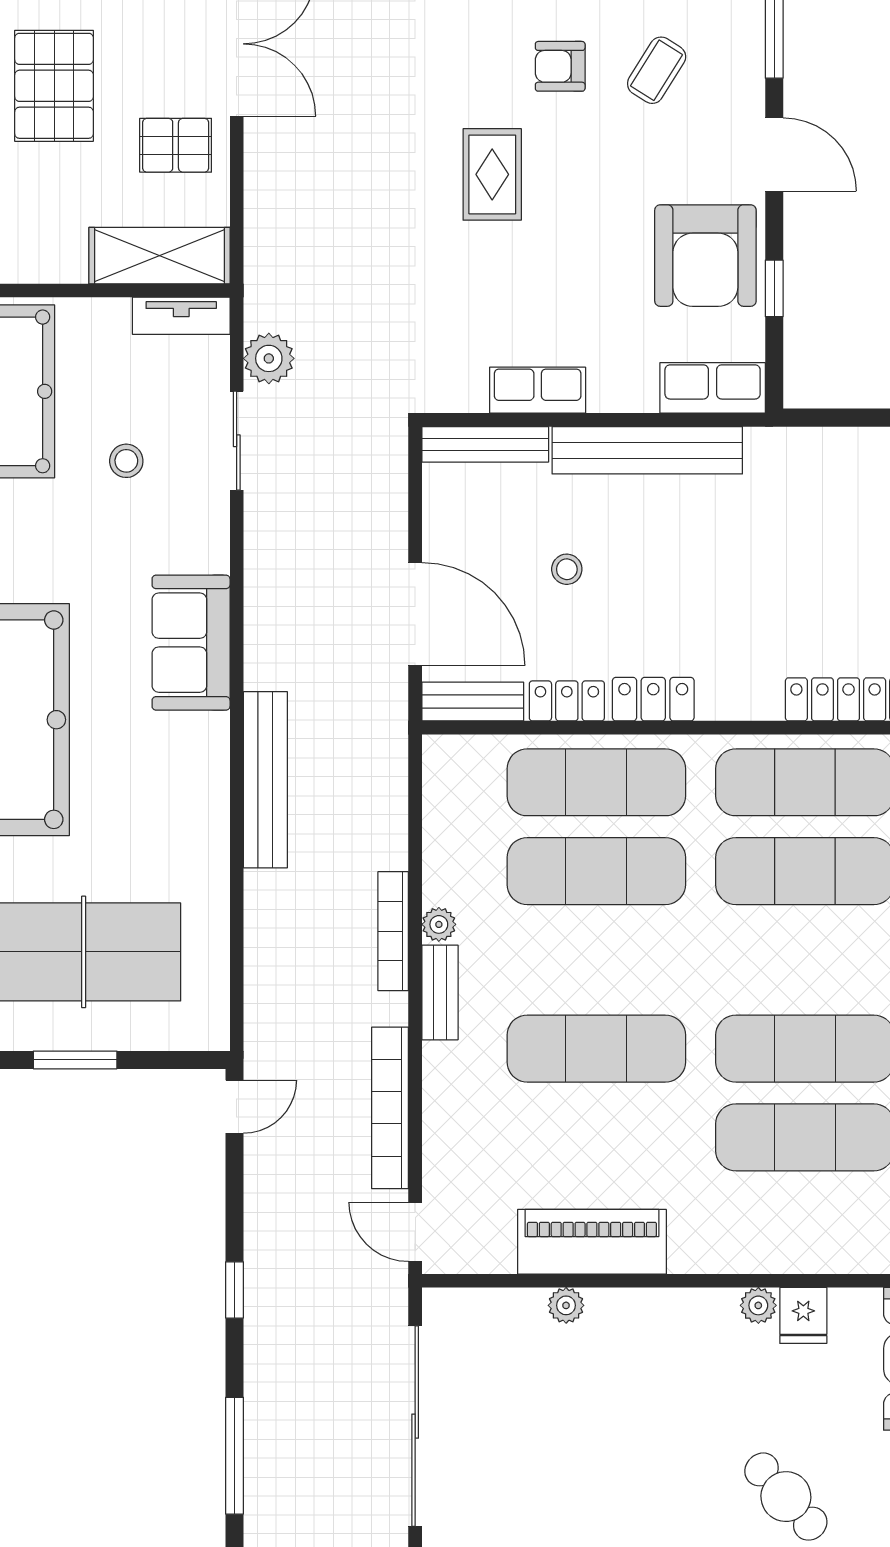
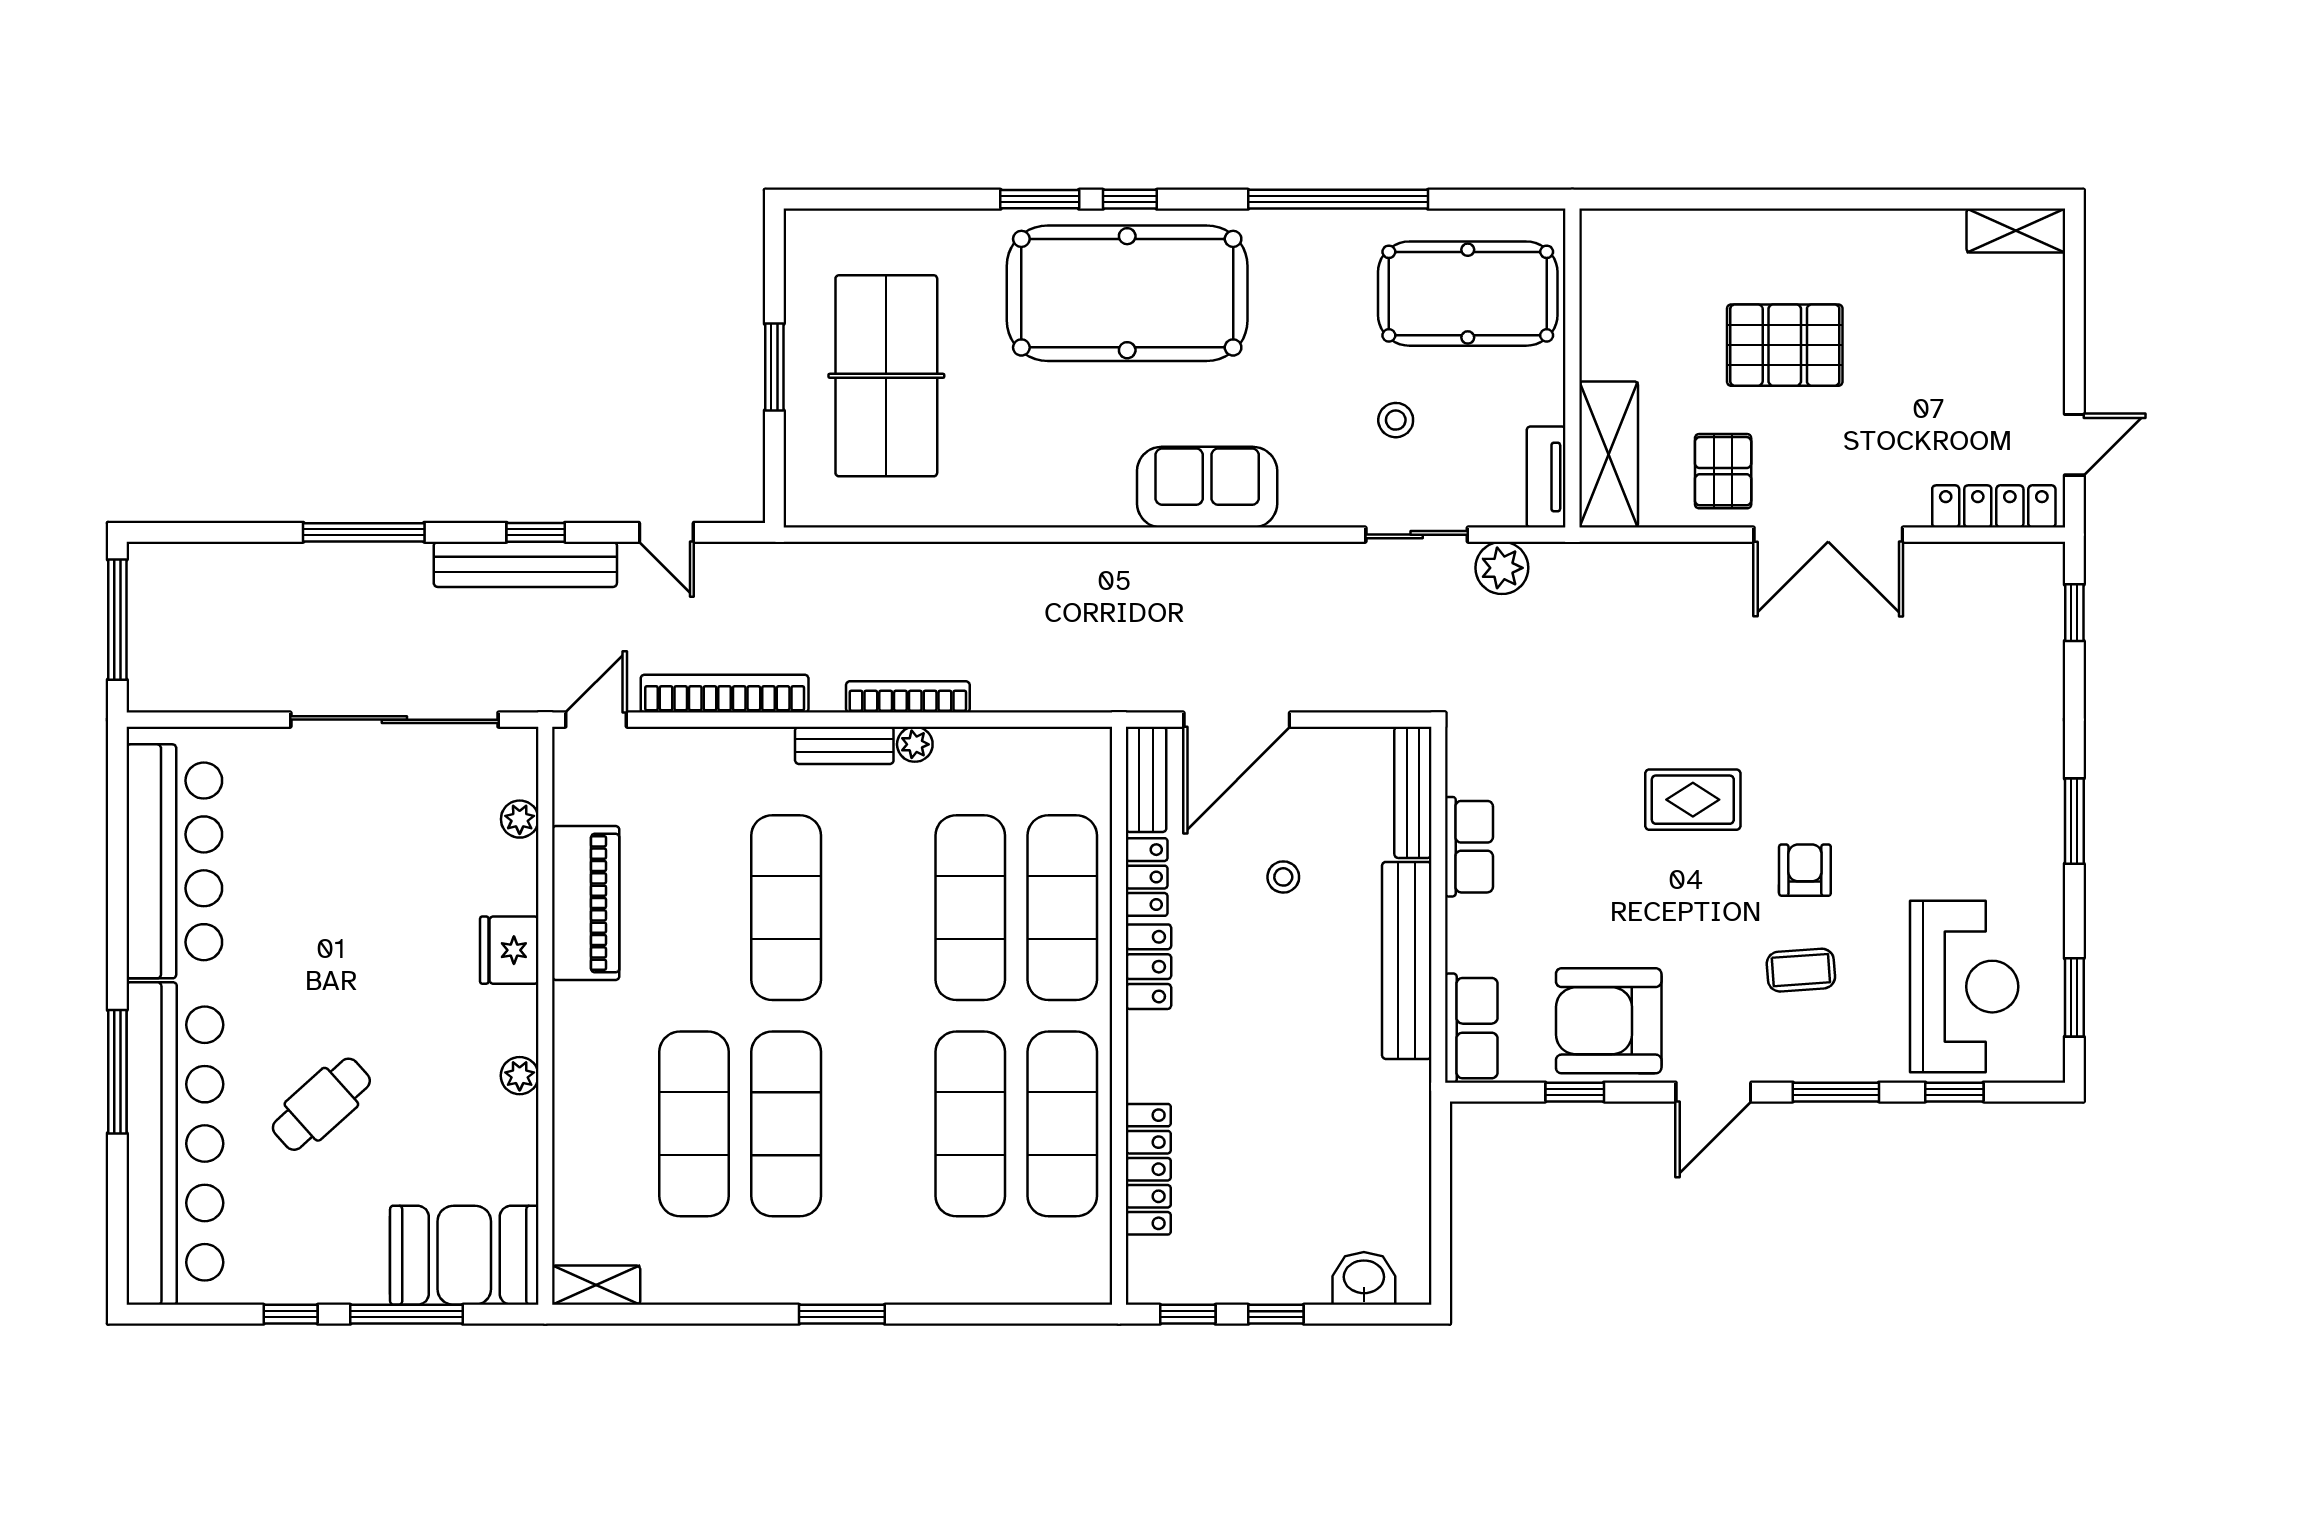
coffee table: (657, 70) -> (1801, 970), turned -36
bench: (265, 780) -> (525, 564), moved
door: (234, 1107) -> (666, 532), moved
plant: (566, 1305) -> (520, 819), moved
fridge: (803, 1315) -> (509, 950), moved, width x1.38

